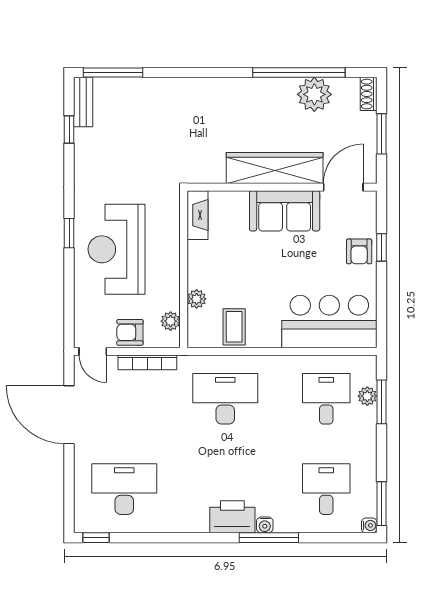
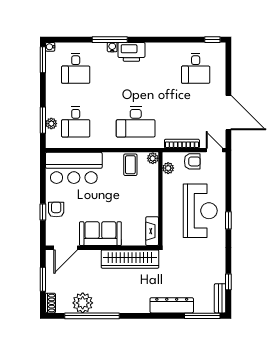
dresser: (165, 90) -> (172, 305), added
wardrobe: (275, 168) -> (130, 259), moved
plant: (197, 299) -> (153, 158), moved
desk: (124, 489) -> (196, 68), width x0.73

